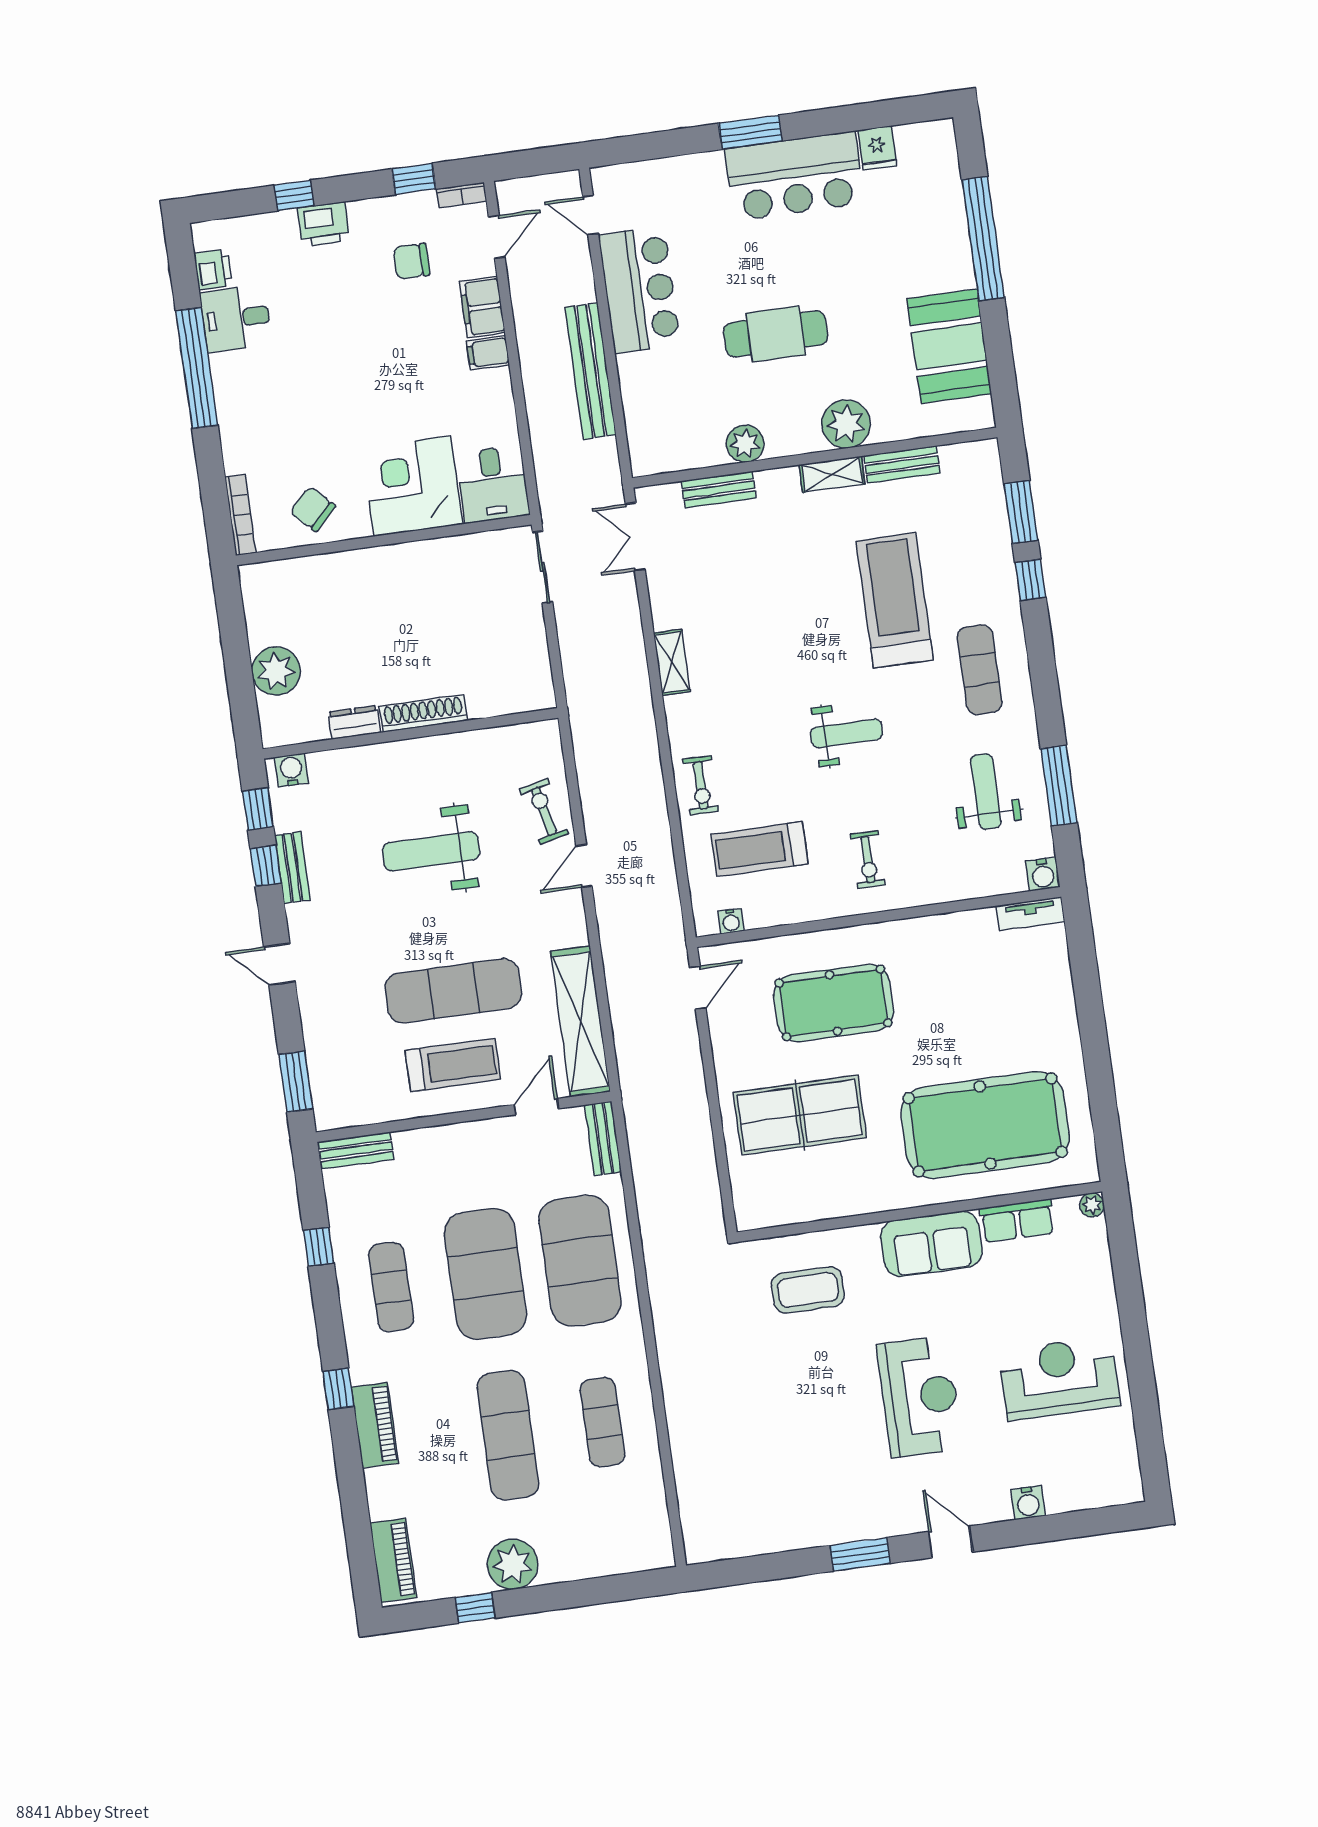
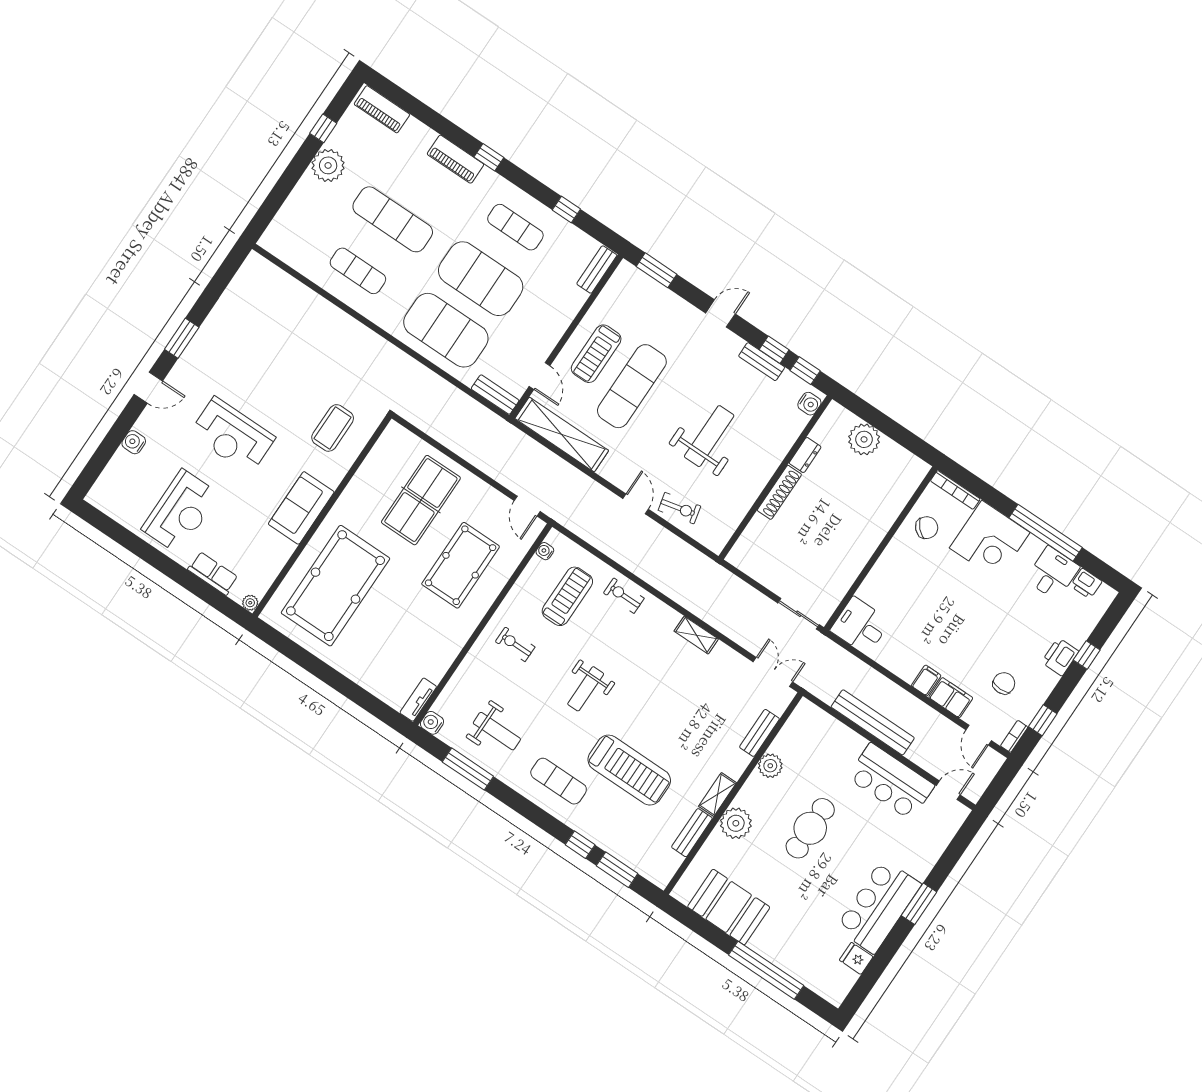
corner desk: (412, 486) -> (990, 540), moved, turned 90
row of seats: (1017, 1221) -> (213, 573), moved, turned 90

